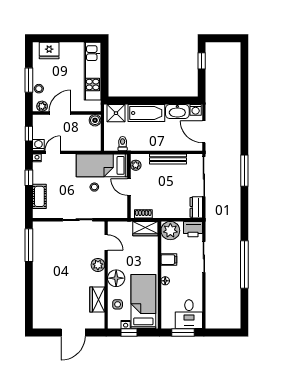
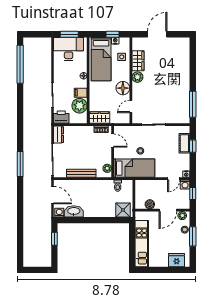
window: (202, 61) -> (54, 239), moved
bathtub: (146, 113) -> (99, 210), removed
boiler: (95, 120) -> (150, 204), moved
window: (29, 178) -> (193, 146), moved
door: (129, 187) -> (113, 140), moved
plant: (170, 231) -> (79, 106), moved
door: (106, 242) -> (131, 106), hinge flipped
plant: (98, 265) -> (137, 77), moved
window: (244, 265) -> (20, 64), moved
floor lamp: (116, 278) -> (123, 88), moved
desk: (189, 314) -> (69, 49), width x1.37

